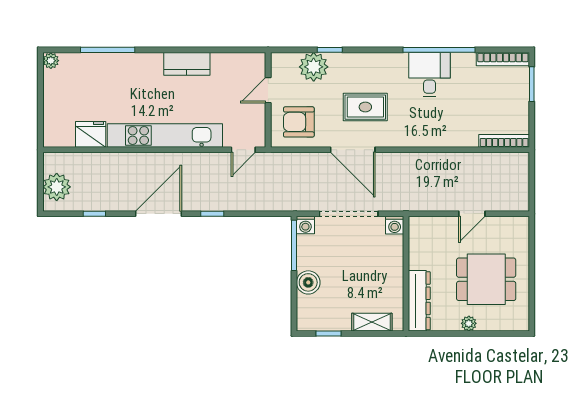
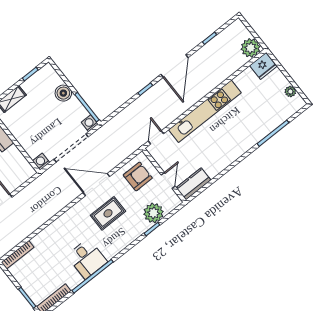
plant: (51, 61) -> (290, 91), moved
kitchen counter: (187, 64) -> (193, 184), moved
fridge: (91, 134) -> (263, 66), moved
plant: (57, 187) -> (251, 48), moved

